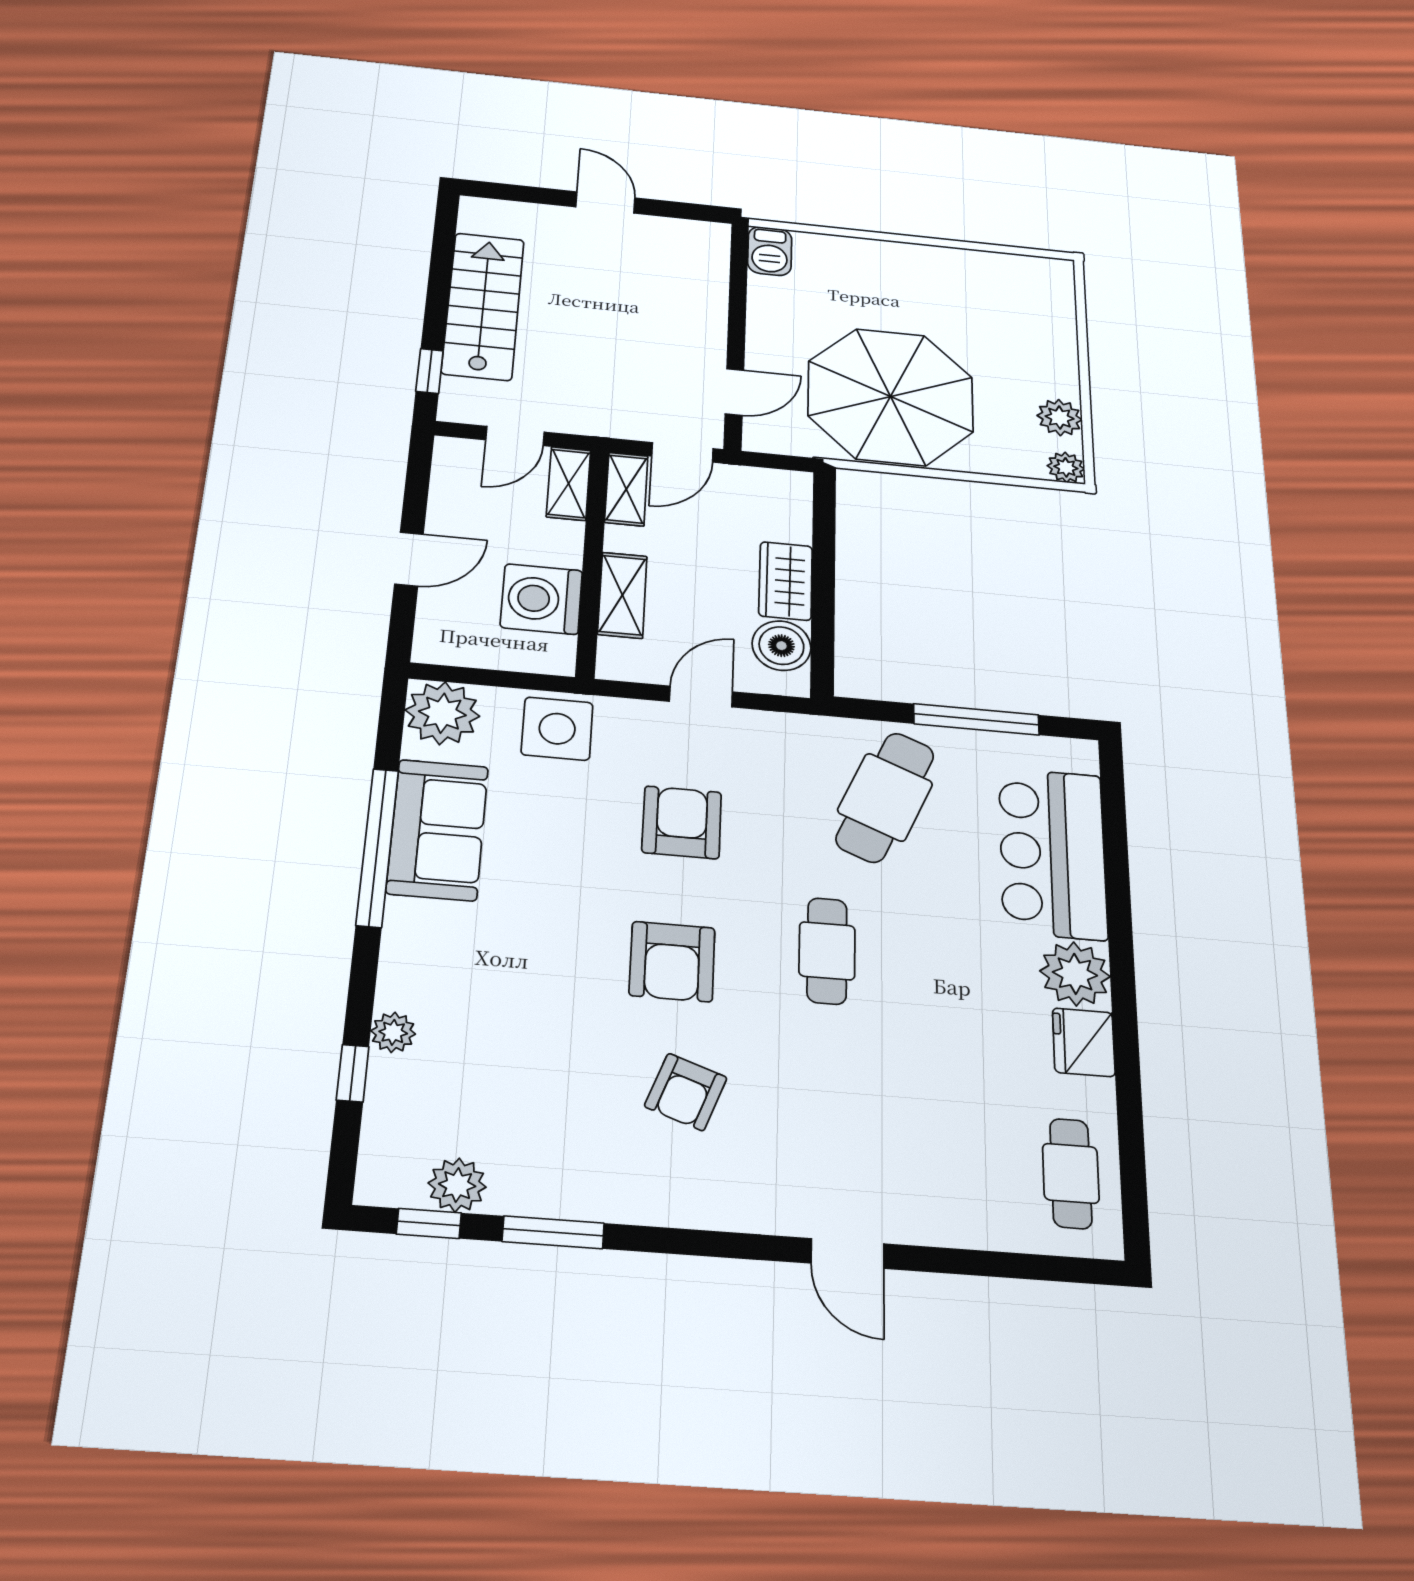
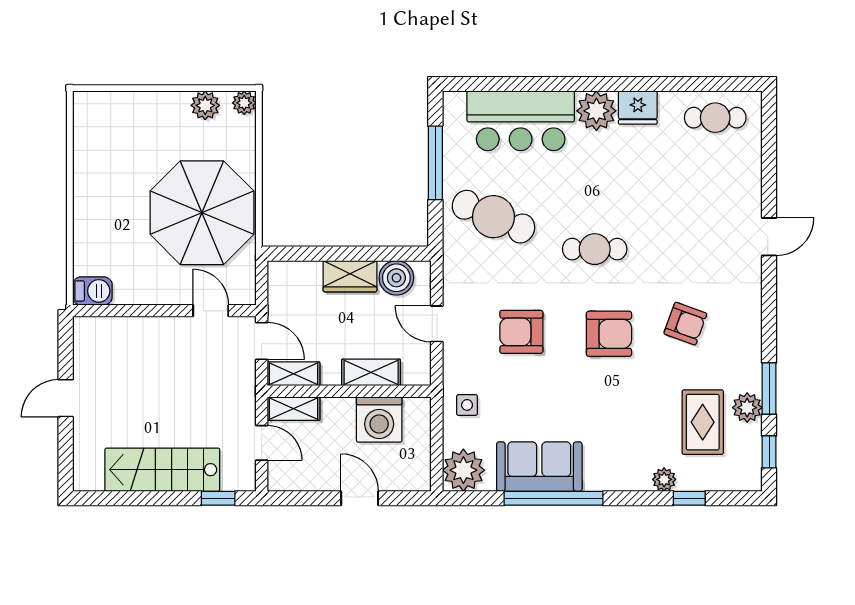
side table: (557, 729) -> (467, 405), width x0.54, depth x0.54
rug: (497, 1108) -> (703, 422), added
plant: (457, 1185) -> (747, 408), moved

